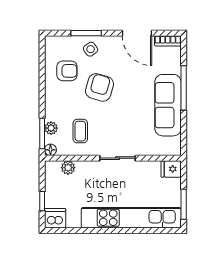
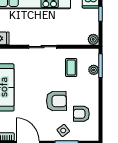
armchair: (99, 87) -> (56, 101), turned -107
floor lamp: (50, 150) -> (94, 53), removed
plant: (68, 168) -> (93, 39), moved

